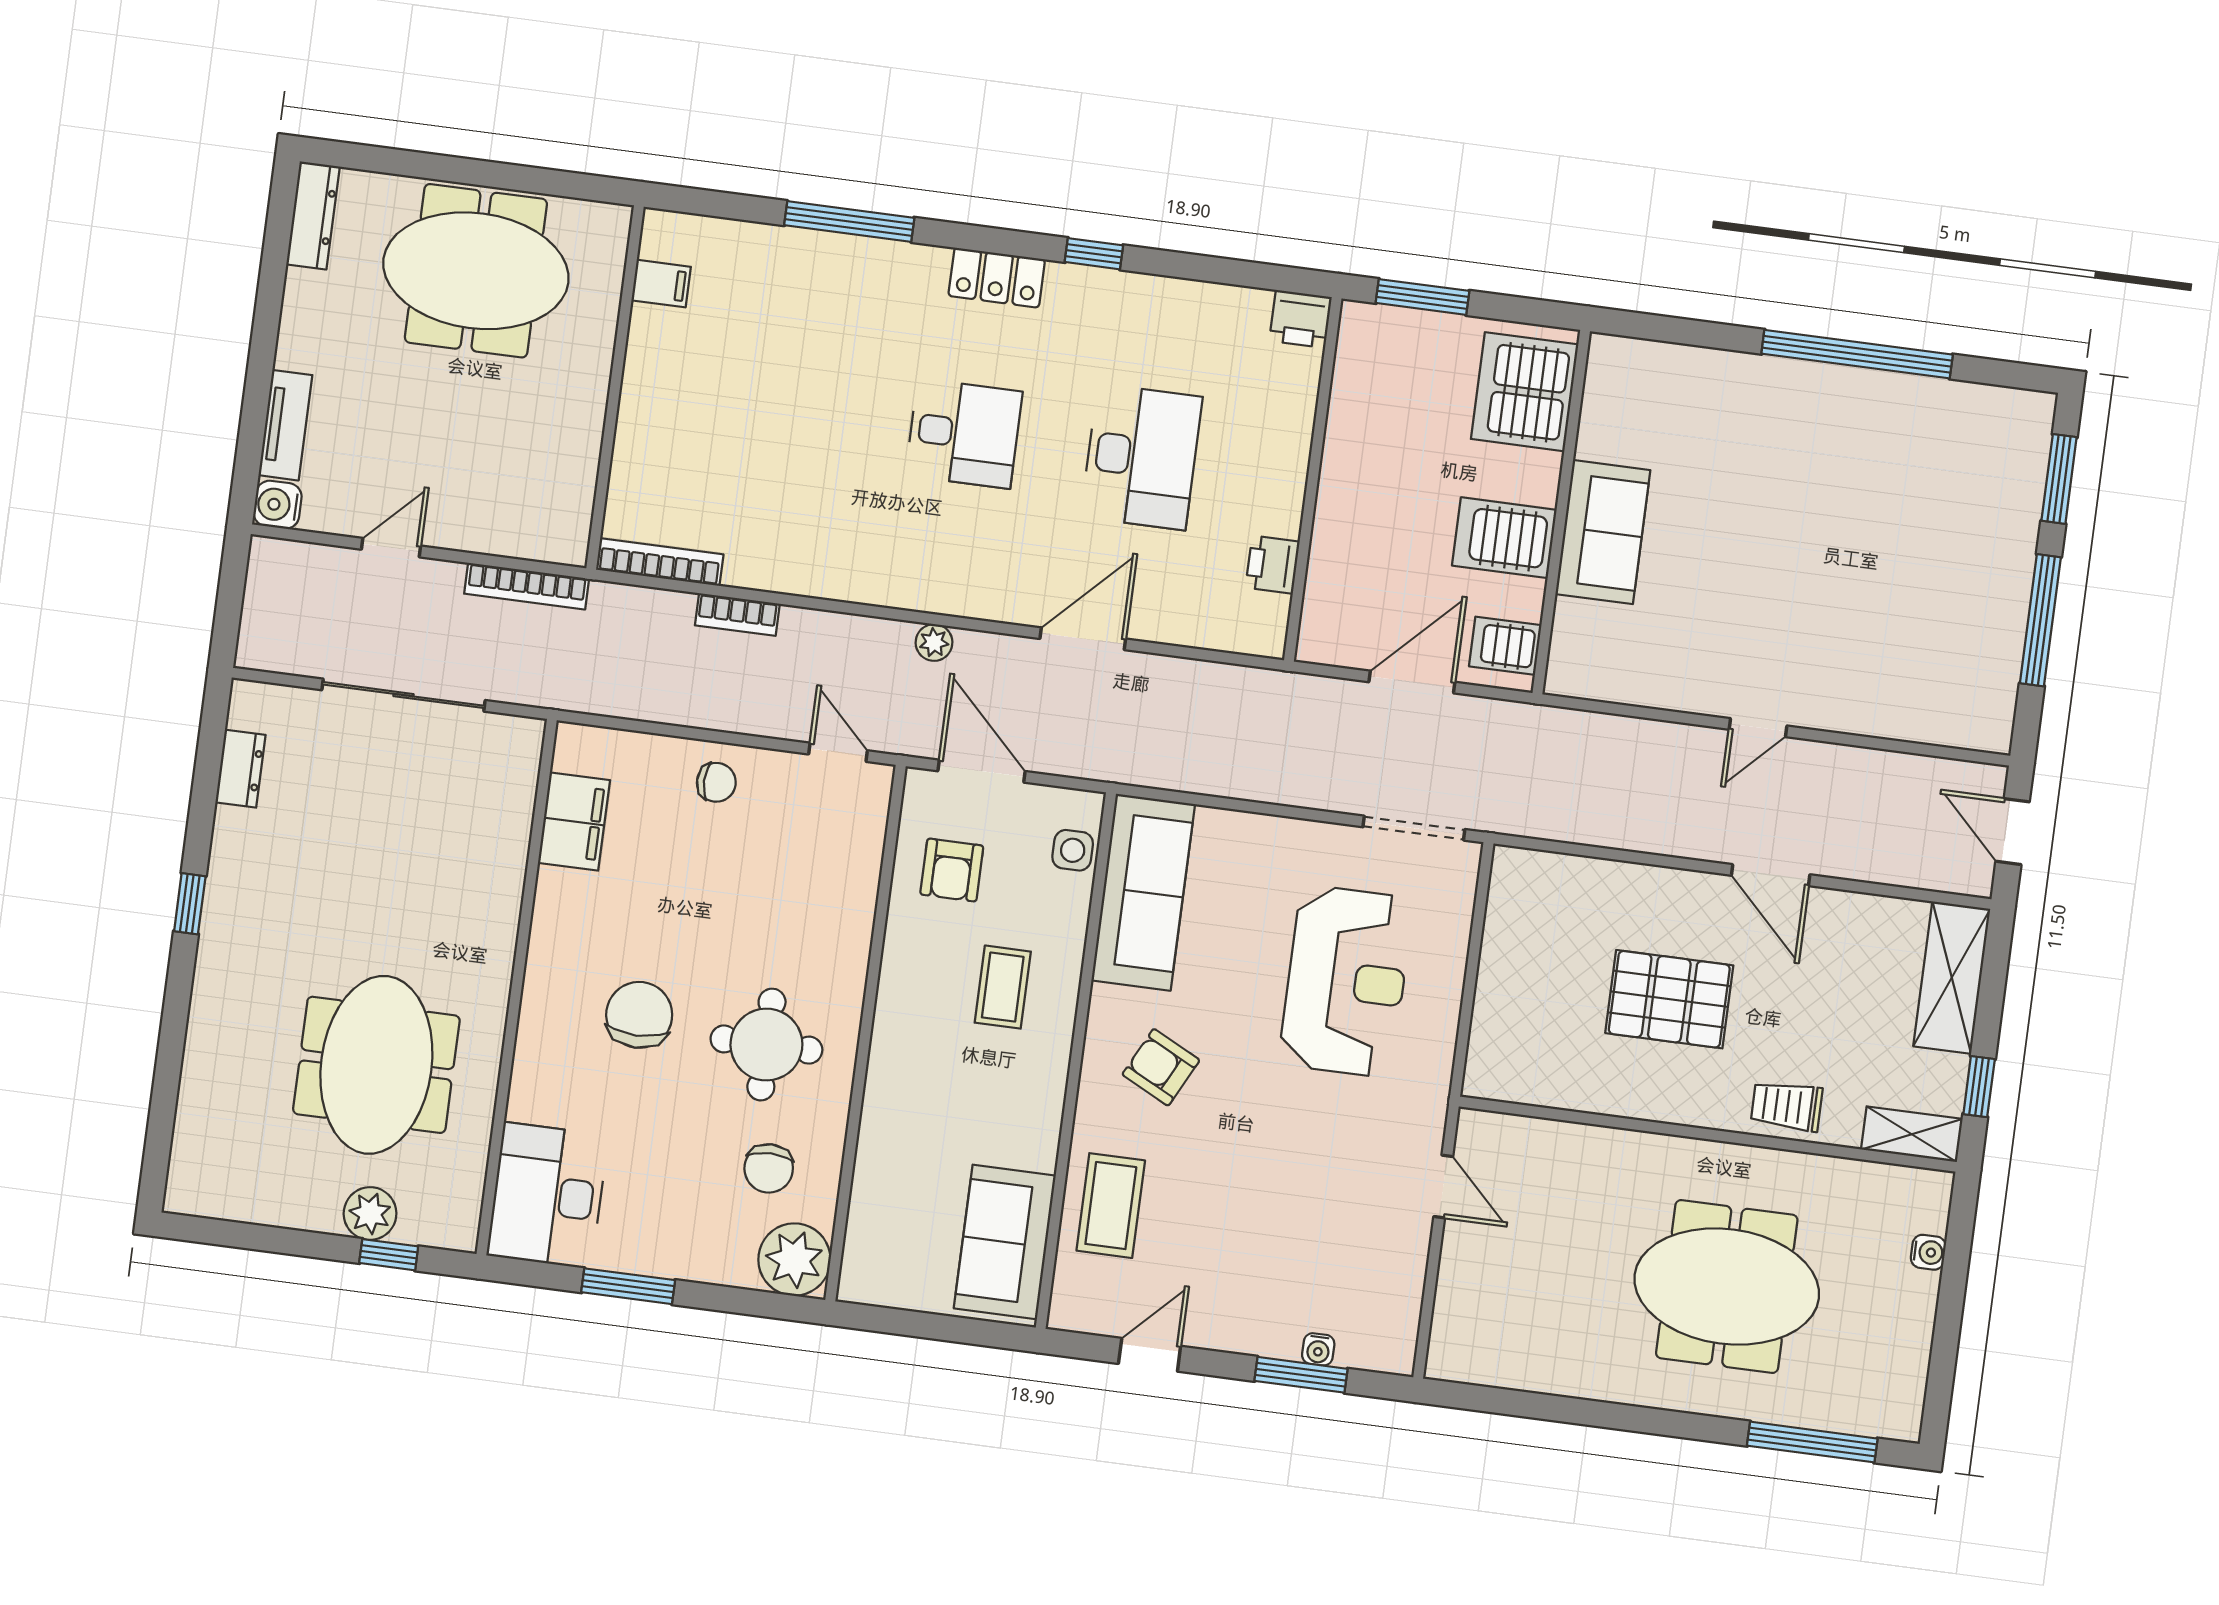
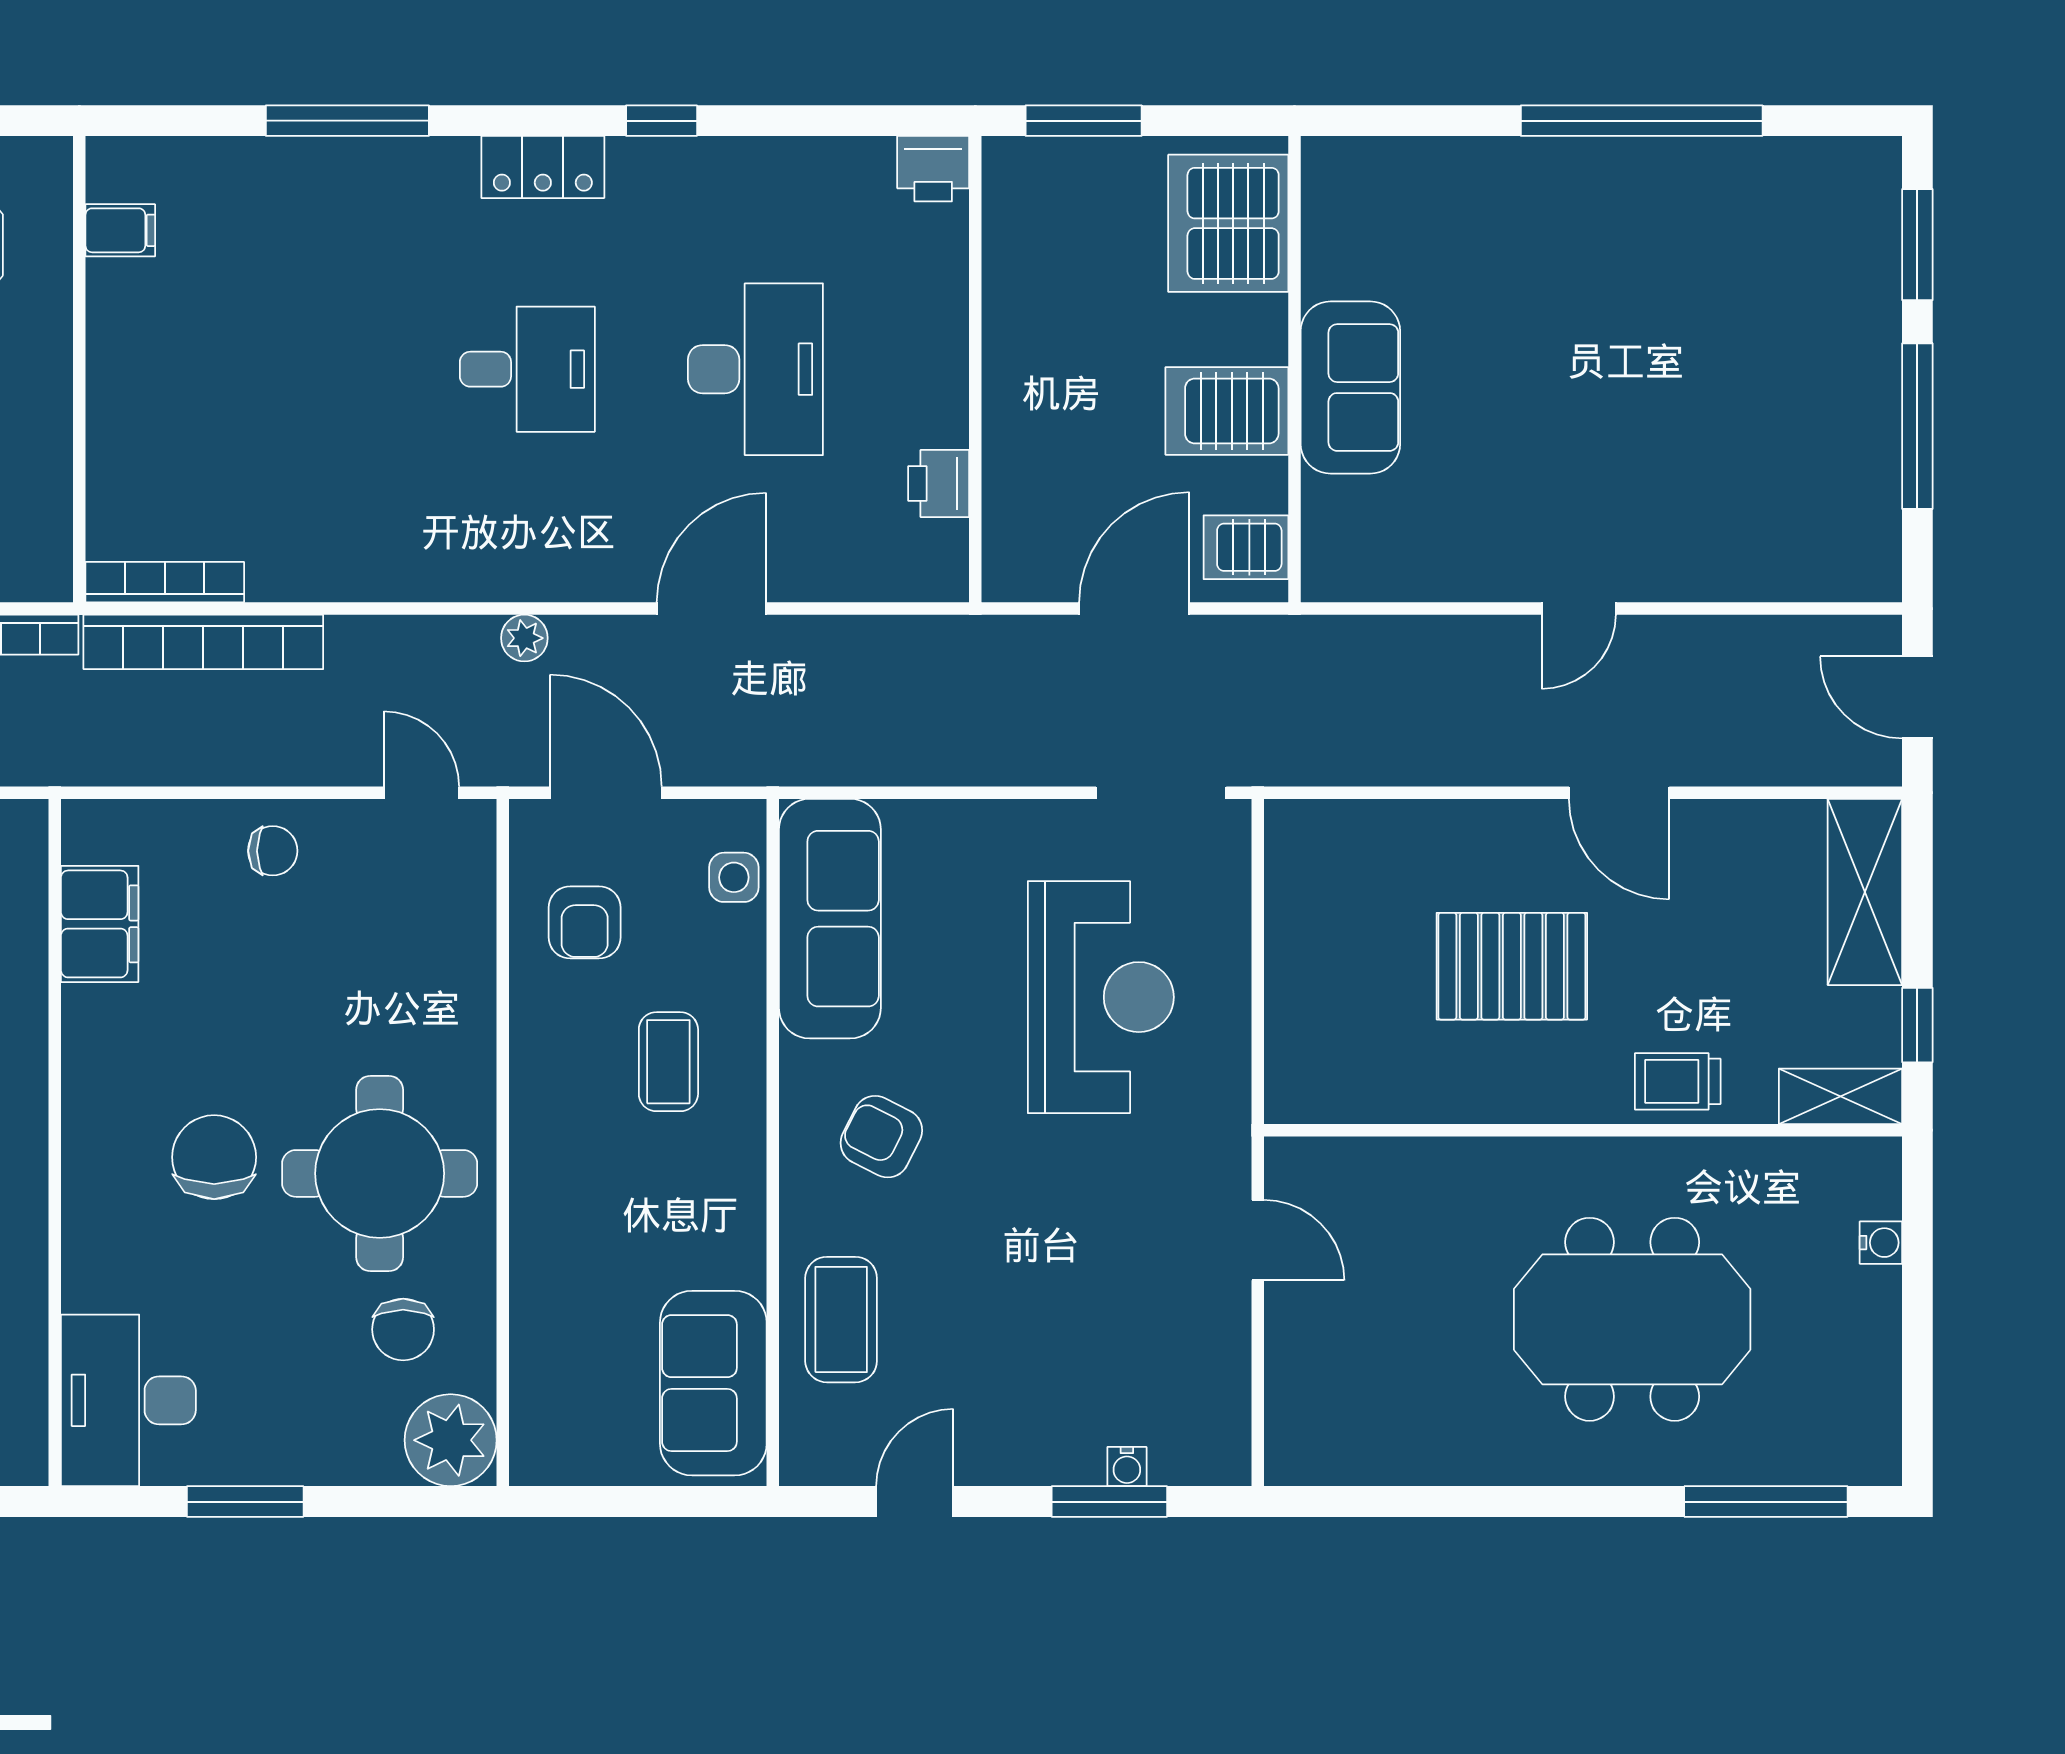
bookcase: (737, 615) -> (203, 642), width x2.31, depth x1.31
round table: (766, 1045) -> (380, 1173), width x1.36, depth x1.36

